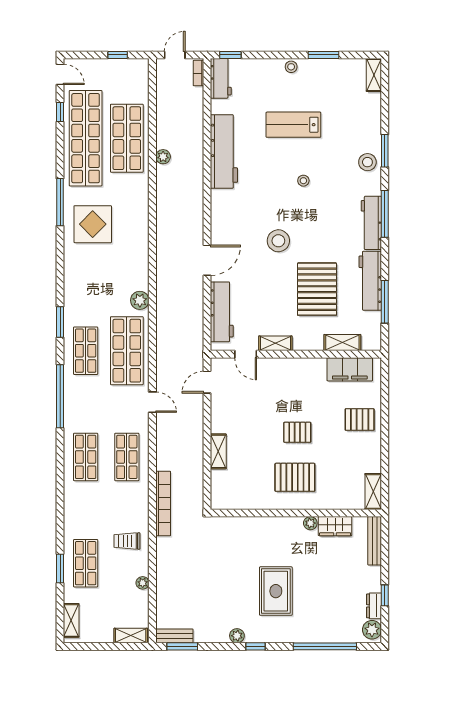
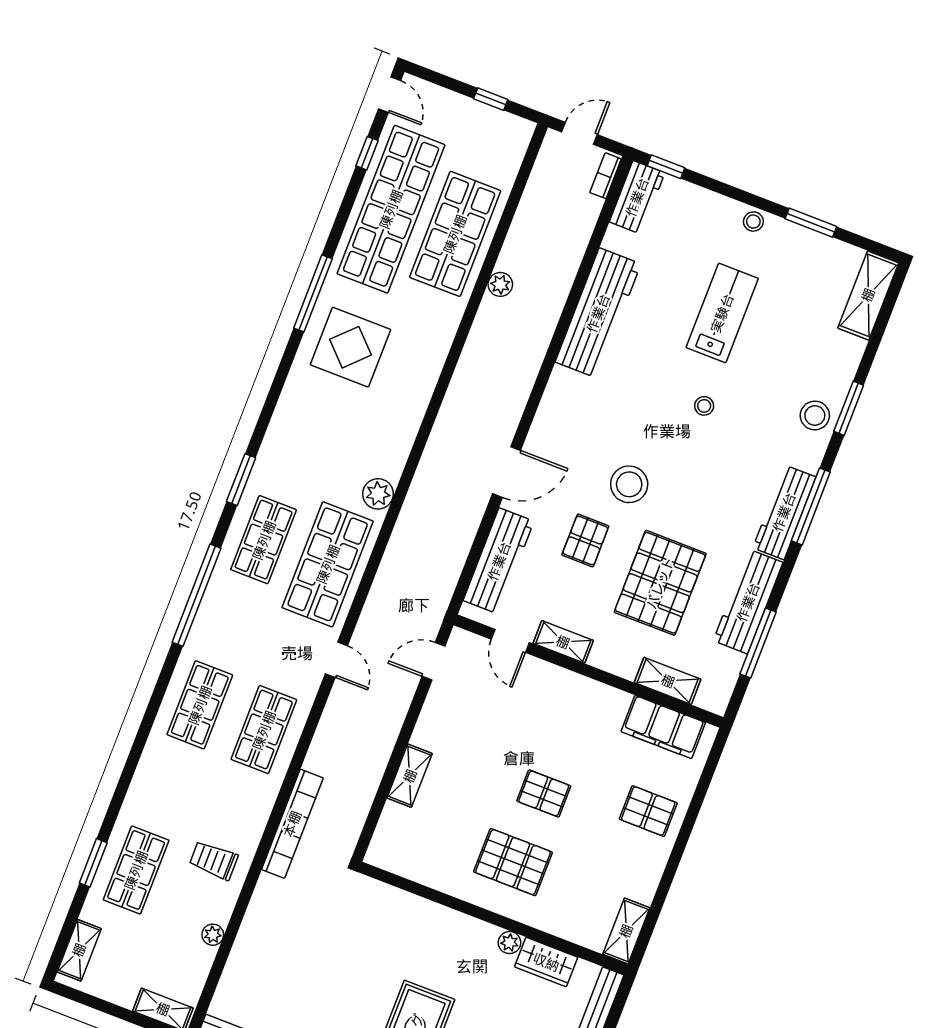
shelving: (374, 75) -> (868, 295), width x1.50, depth x1.33
lab bench: (293, 125) -> (722, 313), turned 90
pallet: (266, 282) -> (585, 540), added

